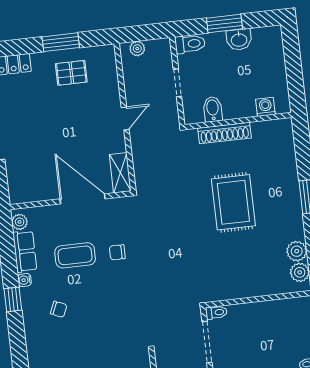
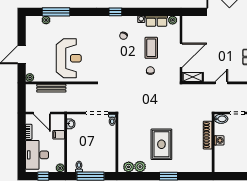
washing machine: (265, 107) -> (219, 140), moved
bidet: (213, 109) -> (221, 119), moved
door: (125, 119) -> (221, 83), swing flipped
rug: (233, 202) -> (161, 144), moved, turned 90
window: (13, 299) -> (115, 12), moved

